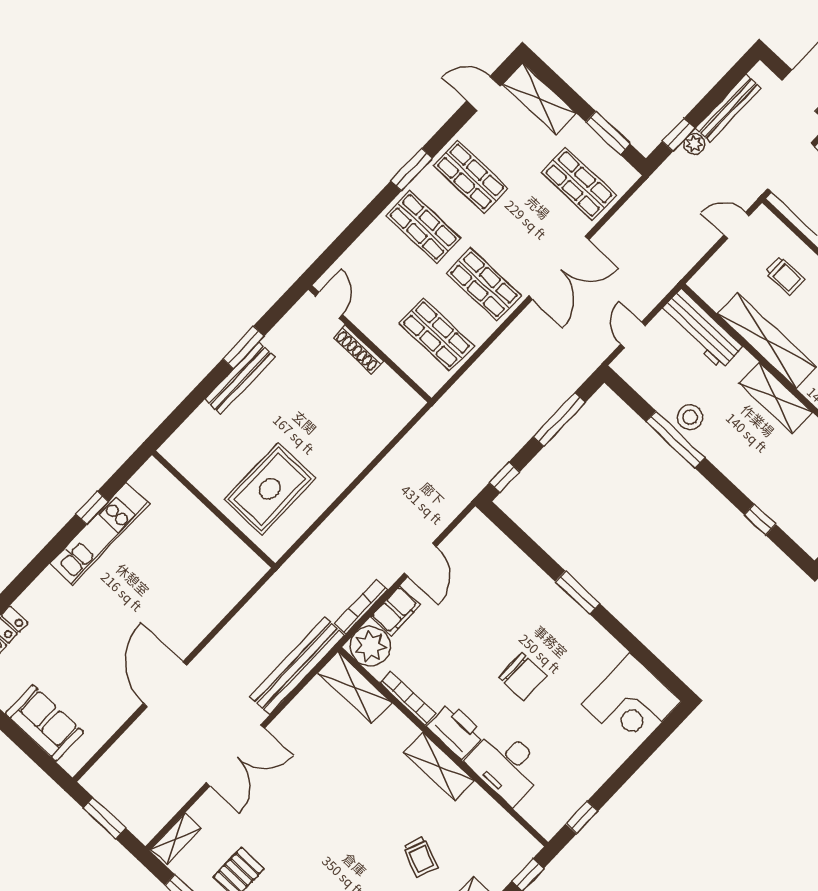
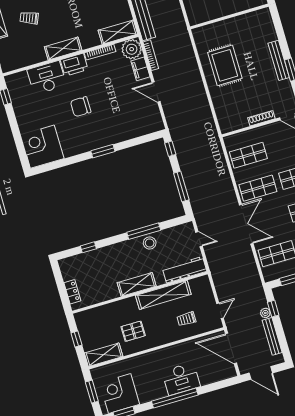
double door: (559, 268) -> (246, 224), swing flipped
rug: (270, 489) -> (225, 65), moved

